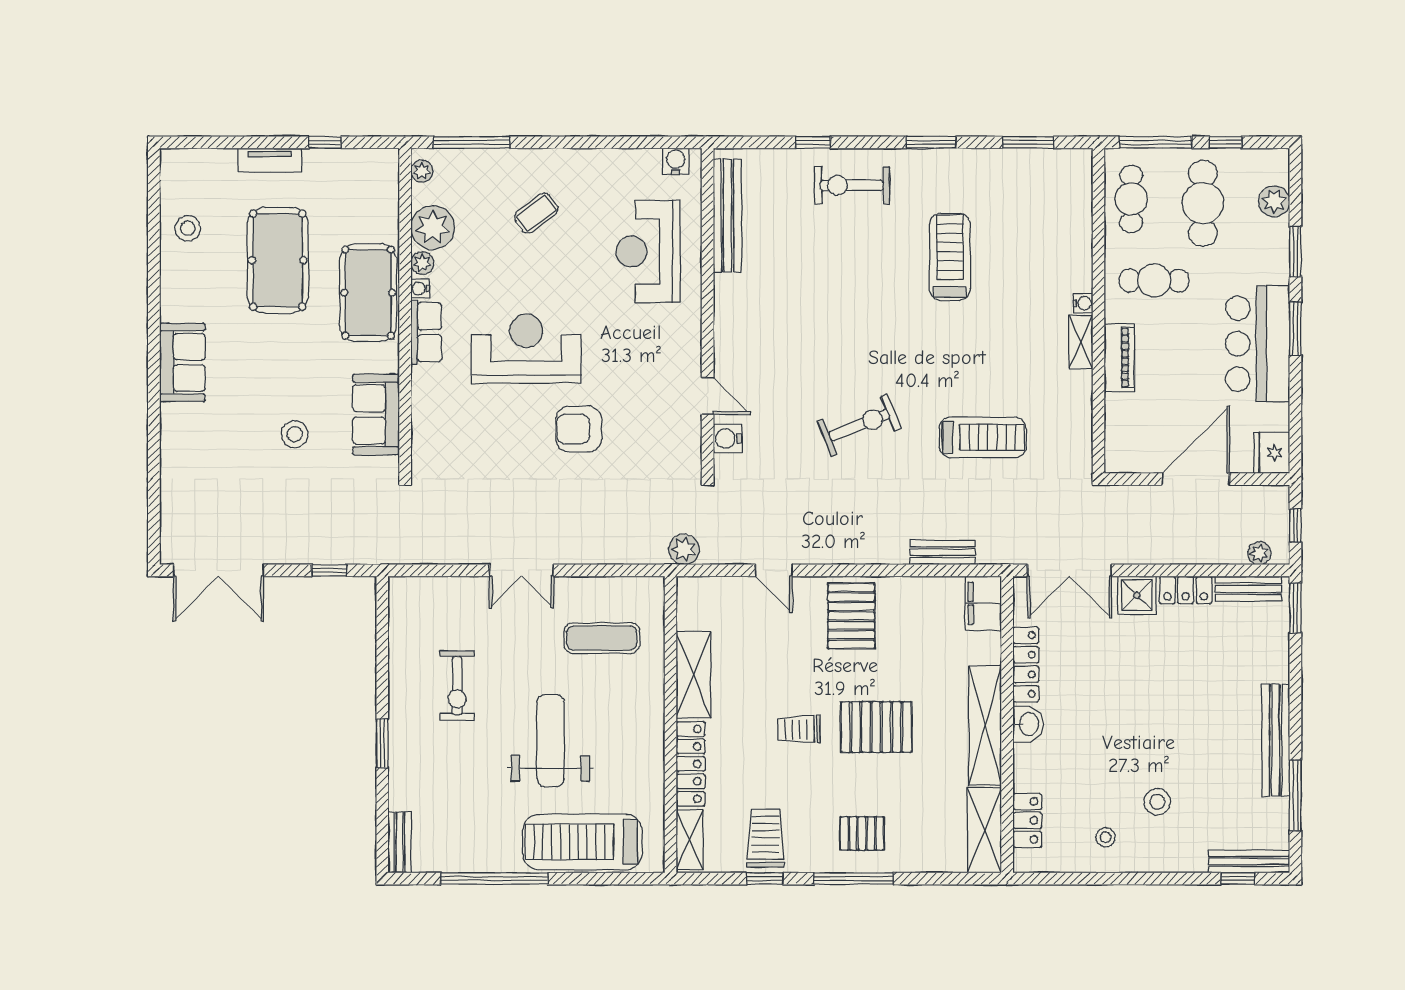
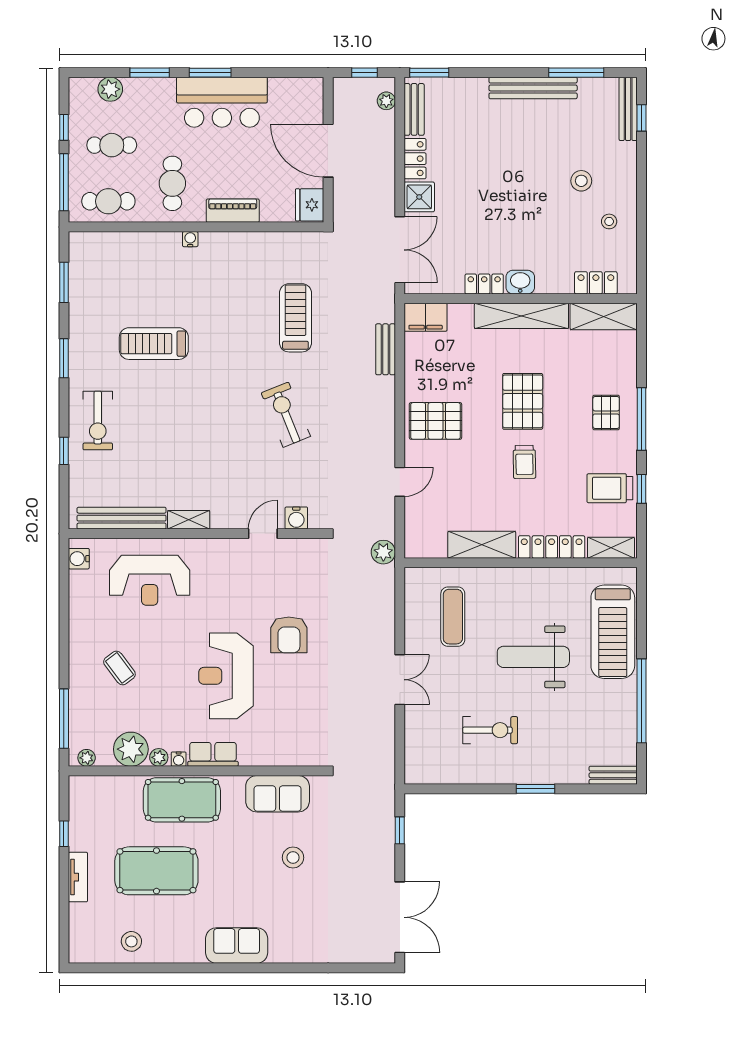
cafe table: (1203, 203) -> (112, 145), width x0.73, depth x0.74
shelving: (1081, 342) -> (189, 520), moved
fridge: (1272, 453) -> (310, 205), moved, turned 90
locker: (1026, 665) -> (484, 284), width x0.66

